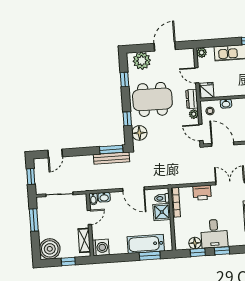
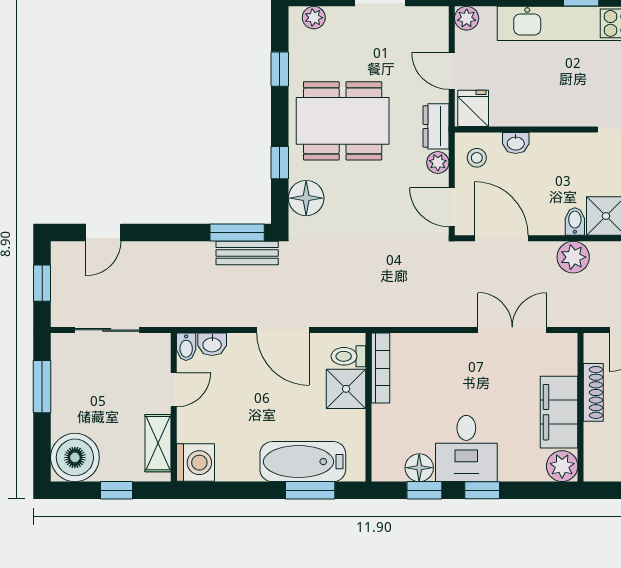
plant: (142, 61) -> (314, 18), width x0.53, depth x0.53
bench: (111, 158) -> (247, 253), width x0.73
printer: (202, 193) -> (445, 350), removed

